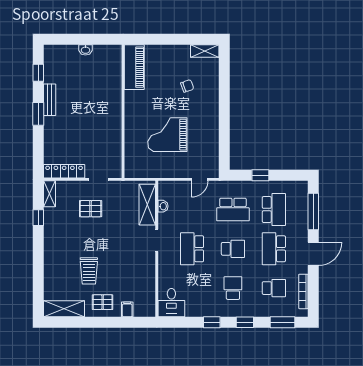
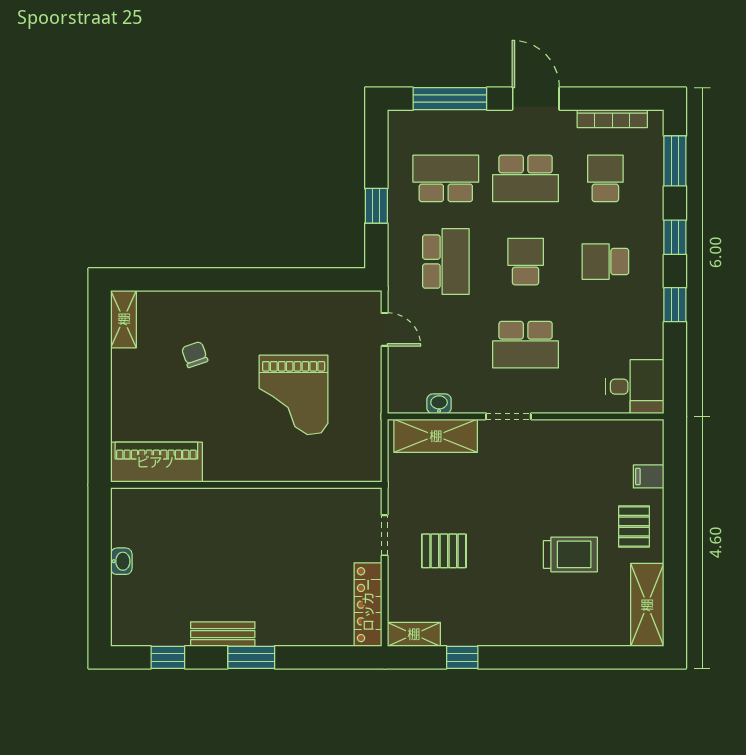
pallet: (91, 209) -> (444, 551), turned 90

